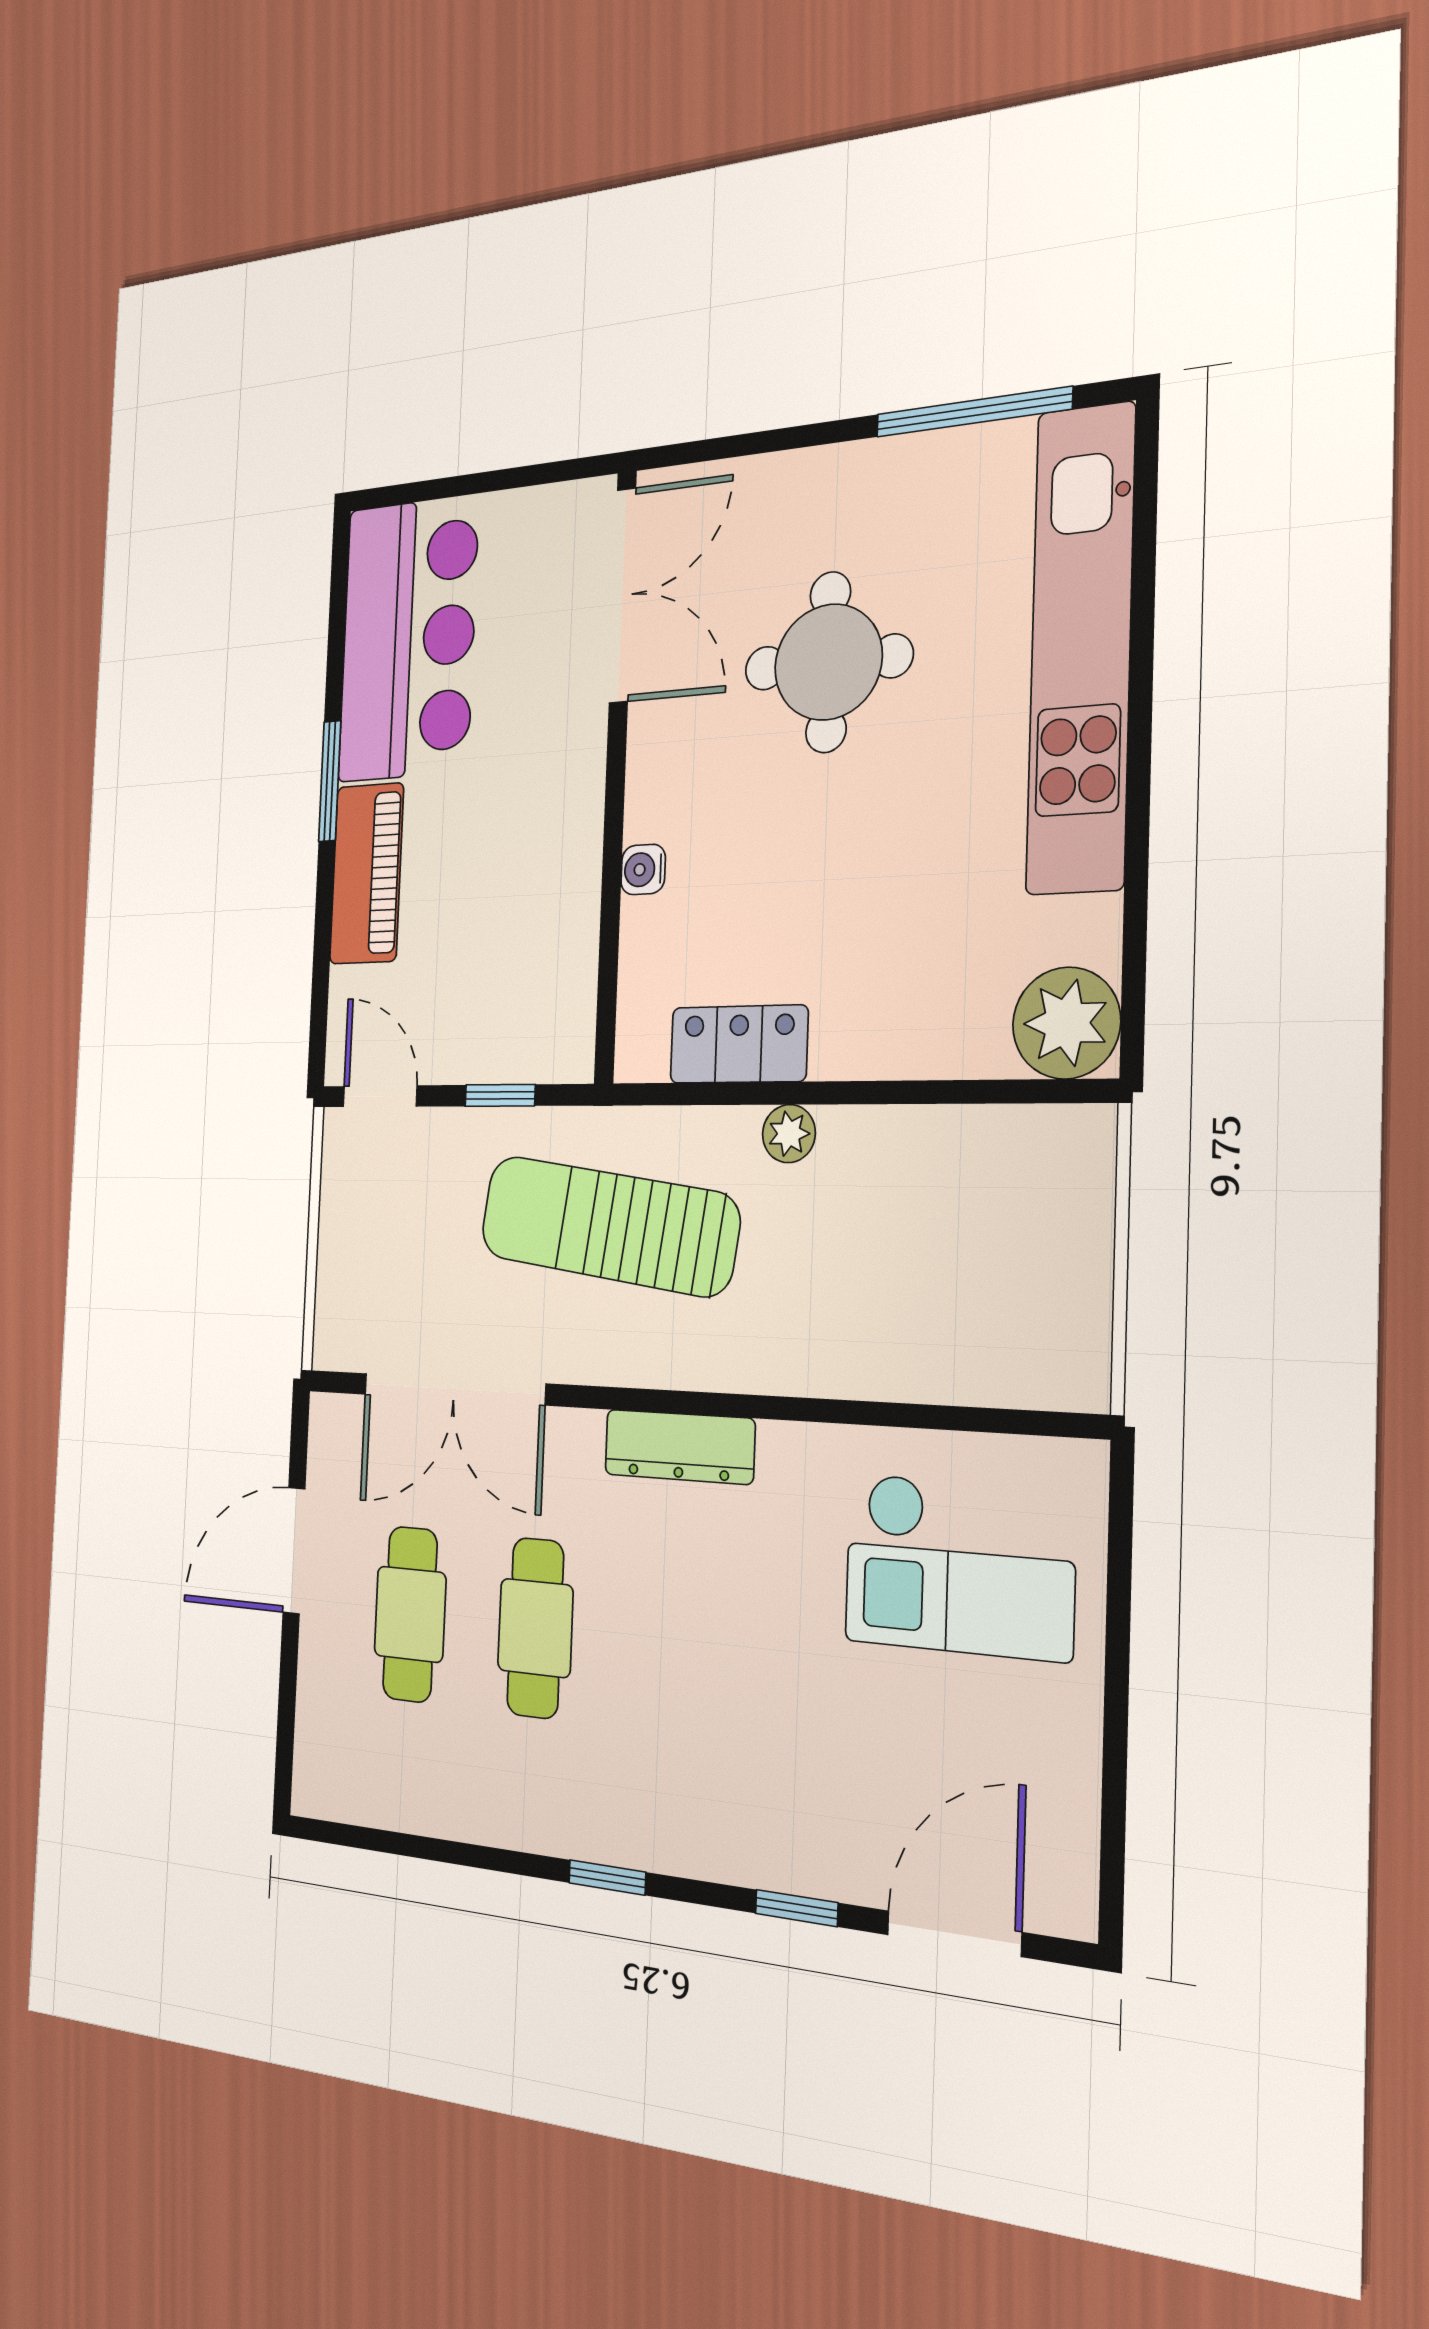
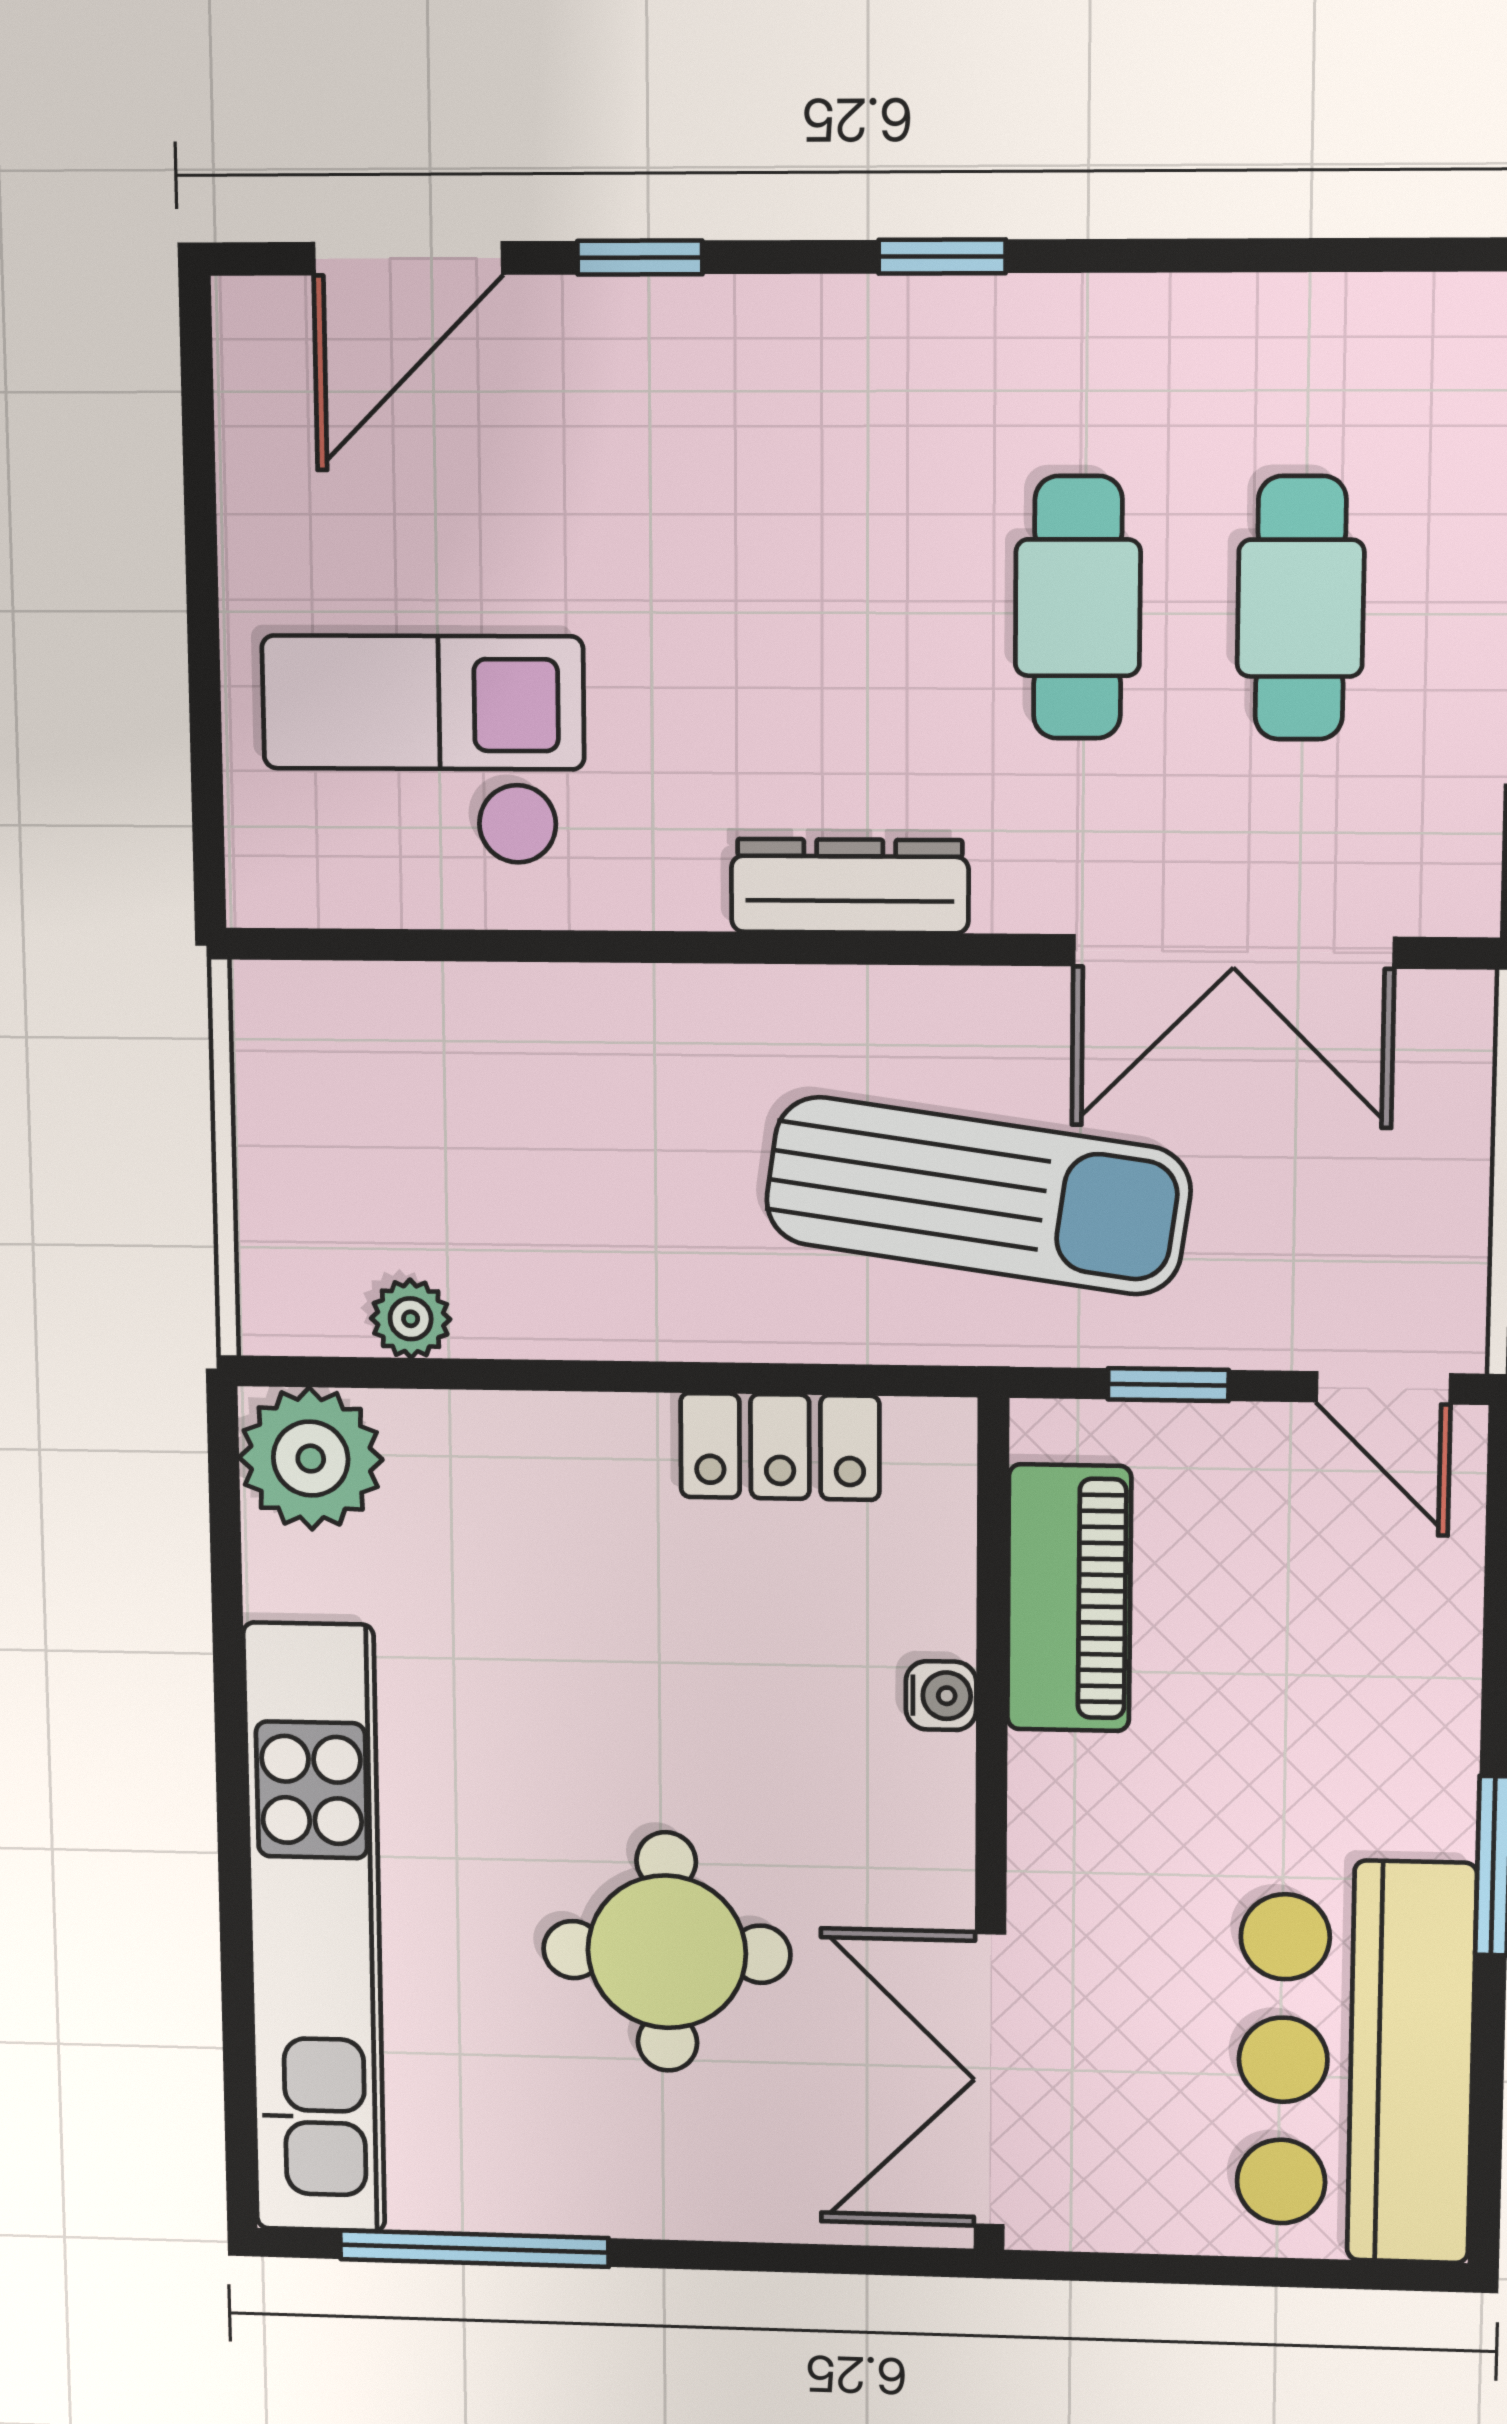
piano: (367, 874) -> (1069, 1598), moved, turned 180
plant: (789, 1134) -> (411, 1319), moved
double door: (454, 1389) -> (1234, 952), swing flipped

